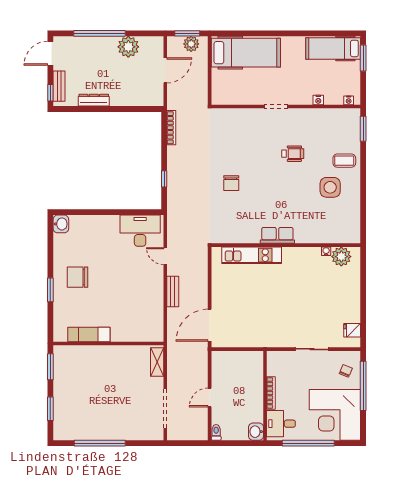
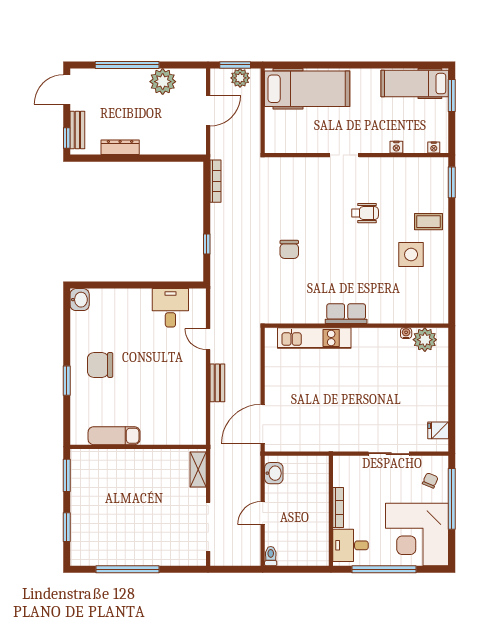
desk: (140, 231) -> (170, 308), width x0.73
washbasin: (256, 432) -> (274, 473), moved, turned 180

